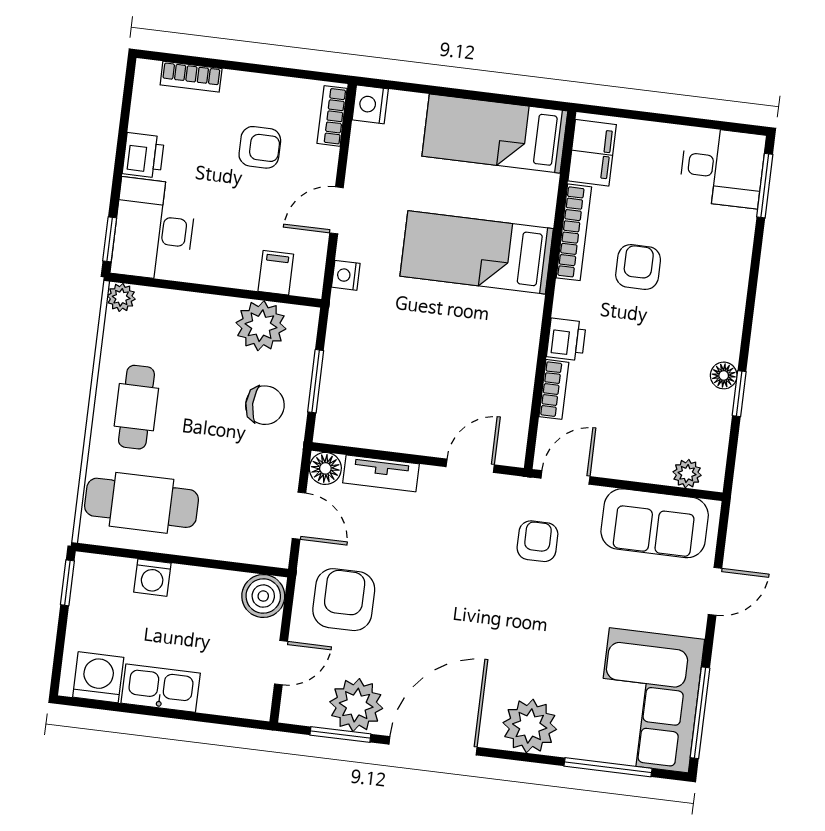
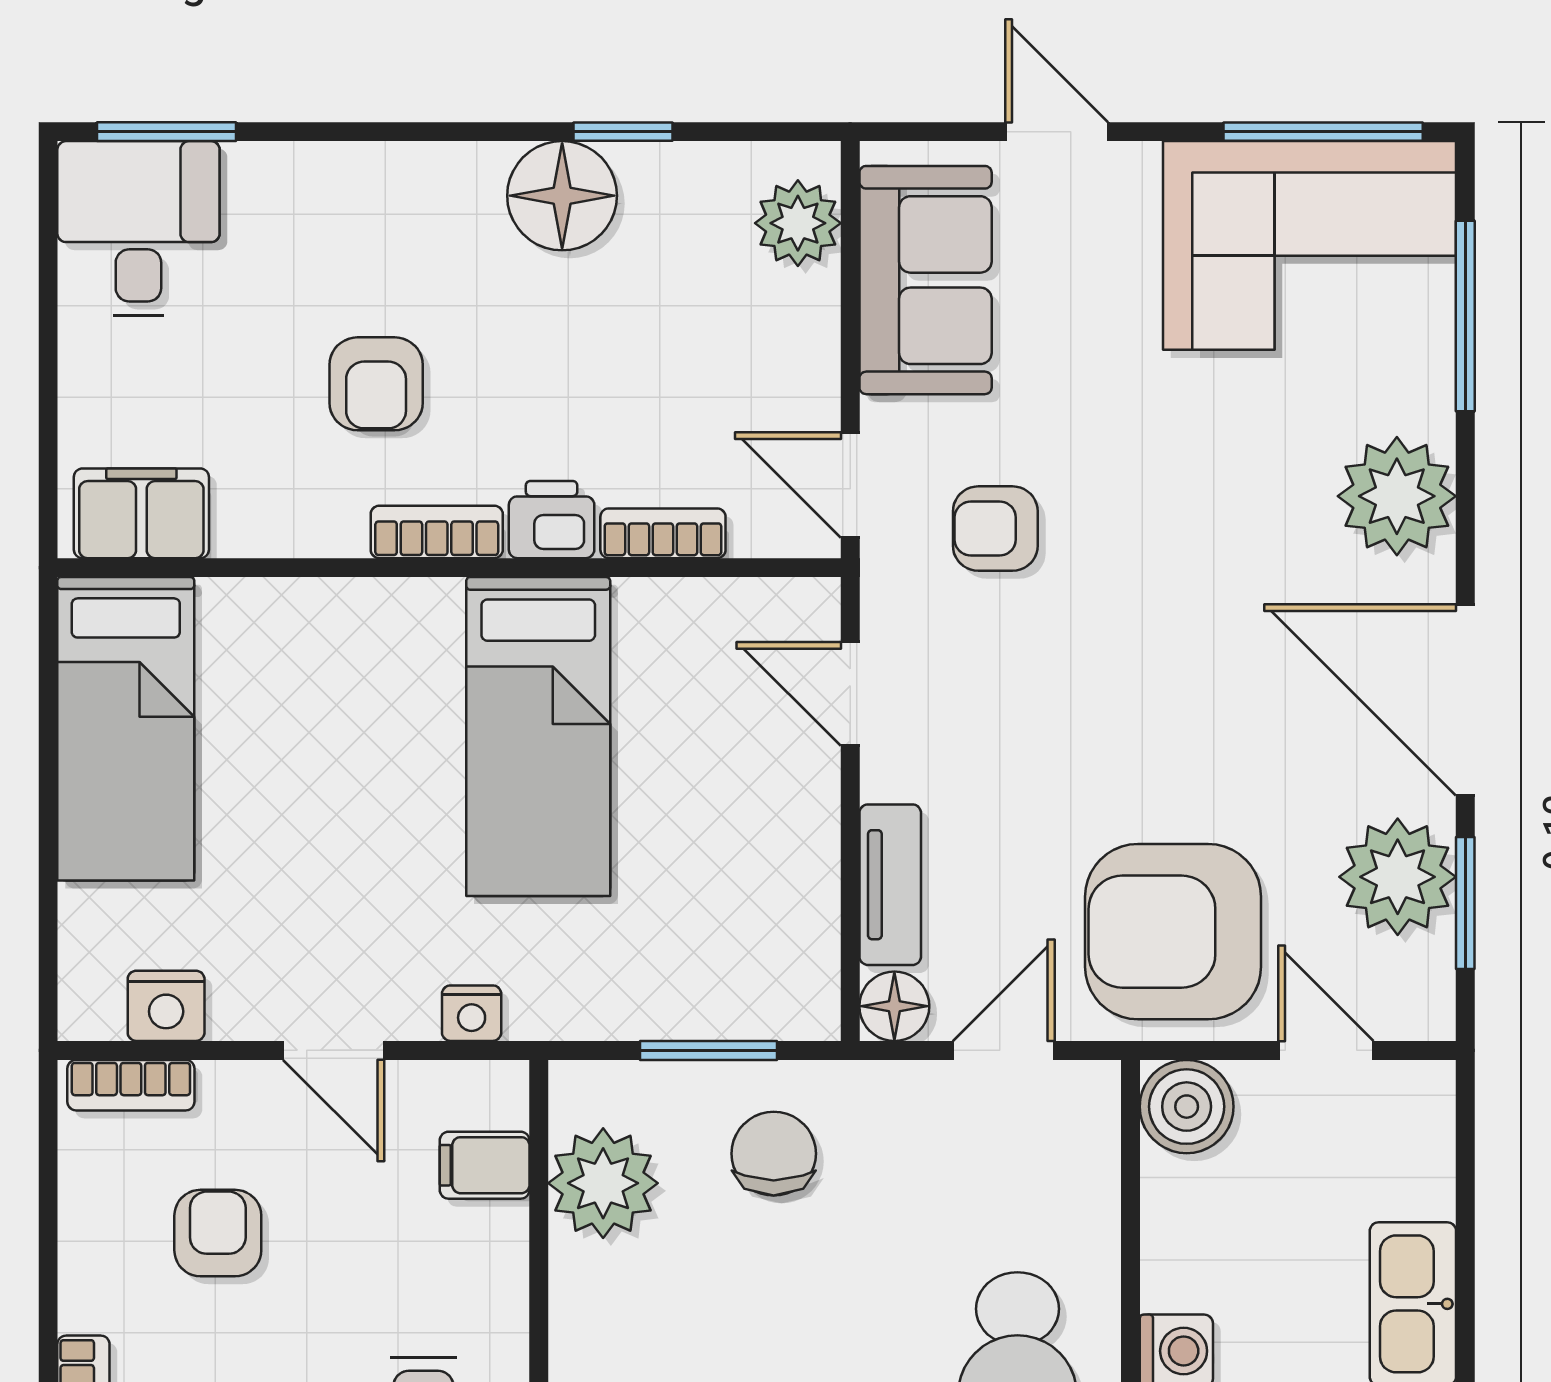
nightstand: (370, 104) -> (166, 1006), moved
bookcase: (574, 232) -> (437, 532), moved, width x0.64
bed: (477, 252) -> (538, 737), moved
armchair: (638, 267) -> (376, 384), turned -90
floor lamp: (724, 375) -> (562, 196), width x1.89, depth x1.89
plant: (687, 474) -> (798, 223), width x1.38, depth x1.38
armchair: (344, 600) -> (1173, 932), width x1.36, depth x1.36

